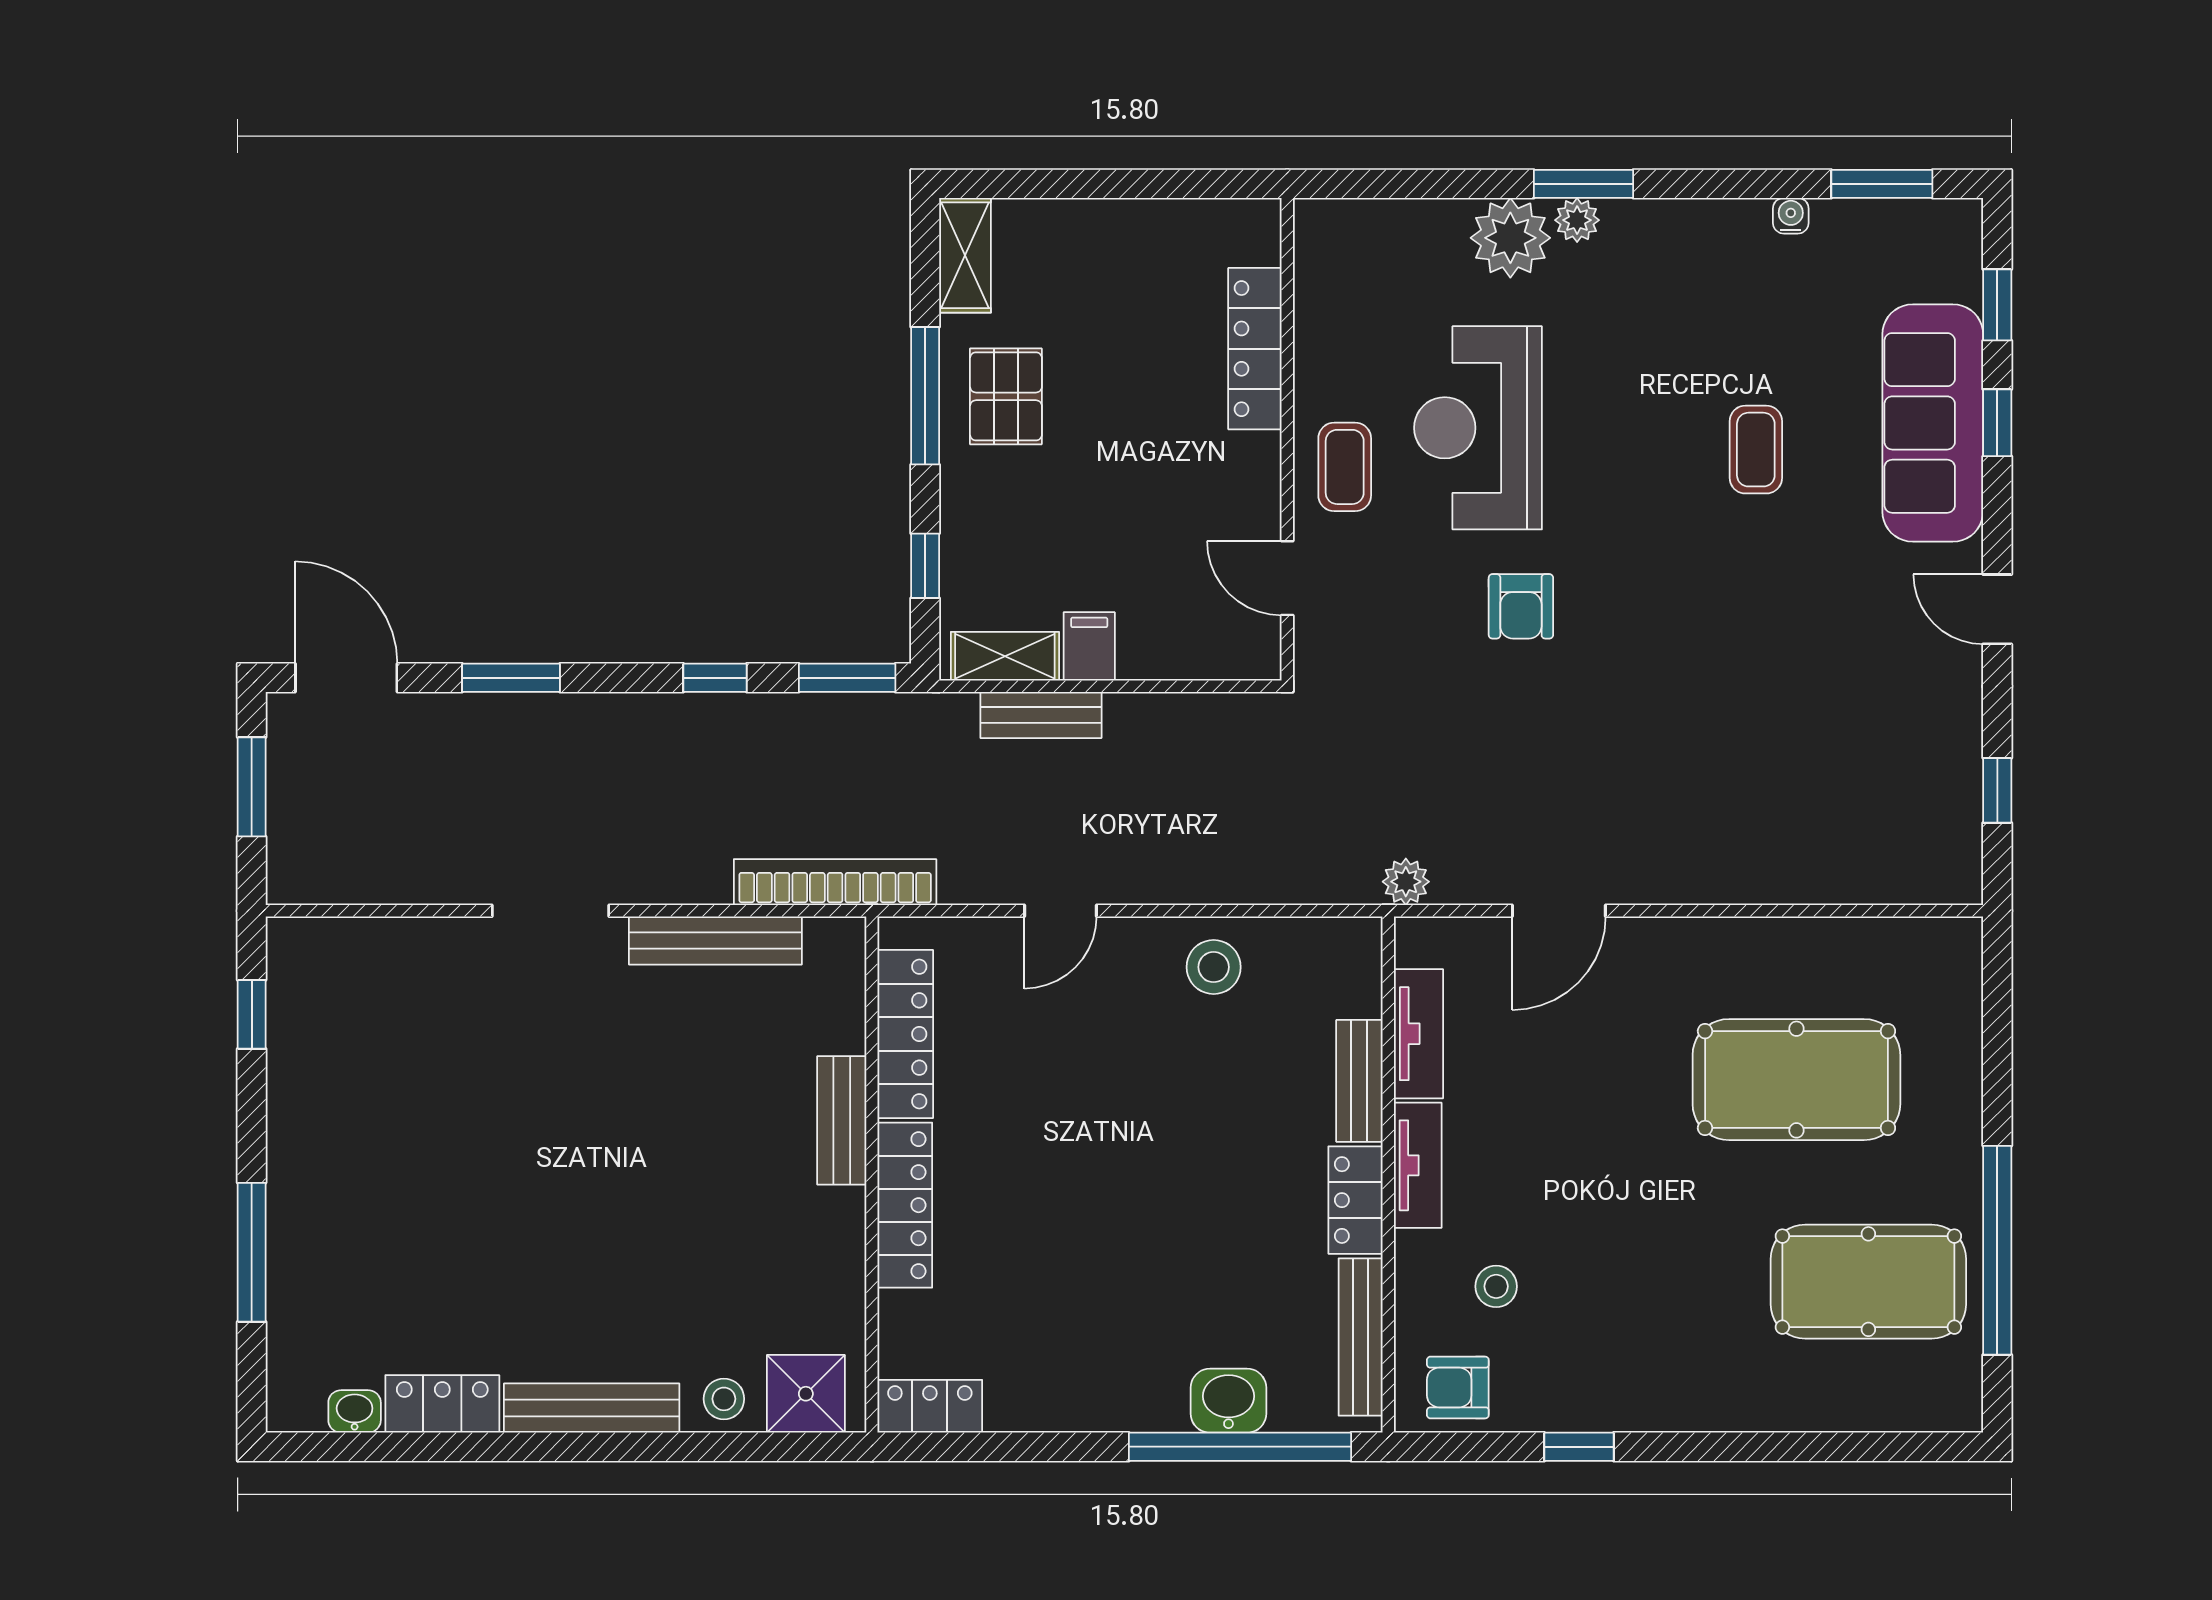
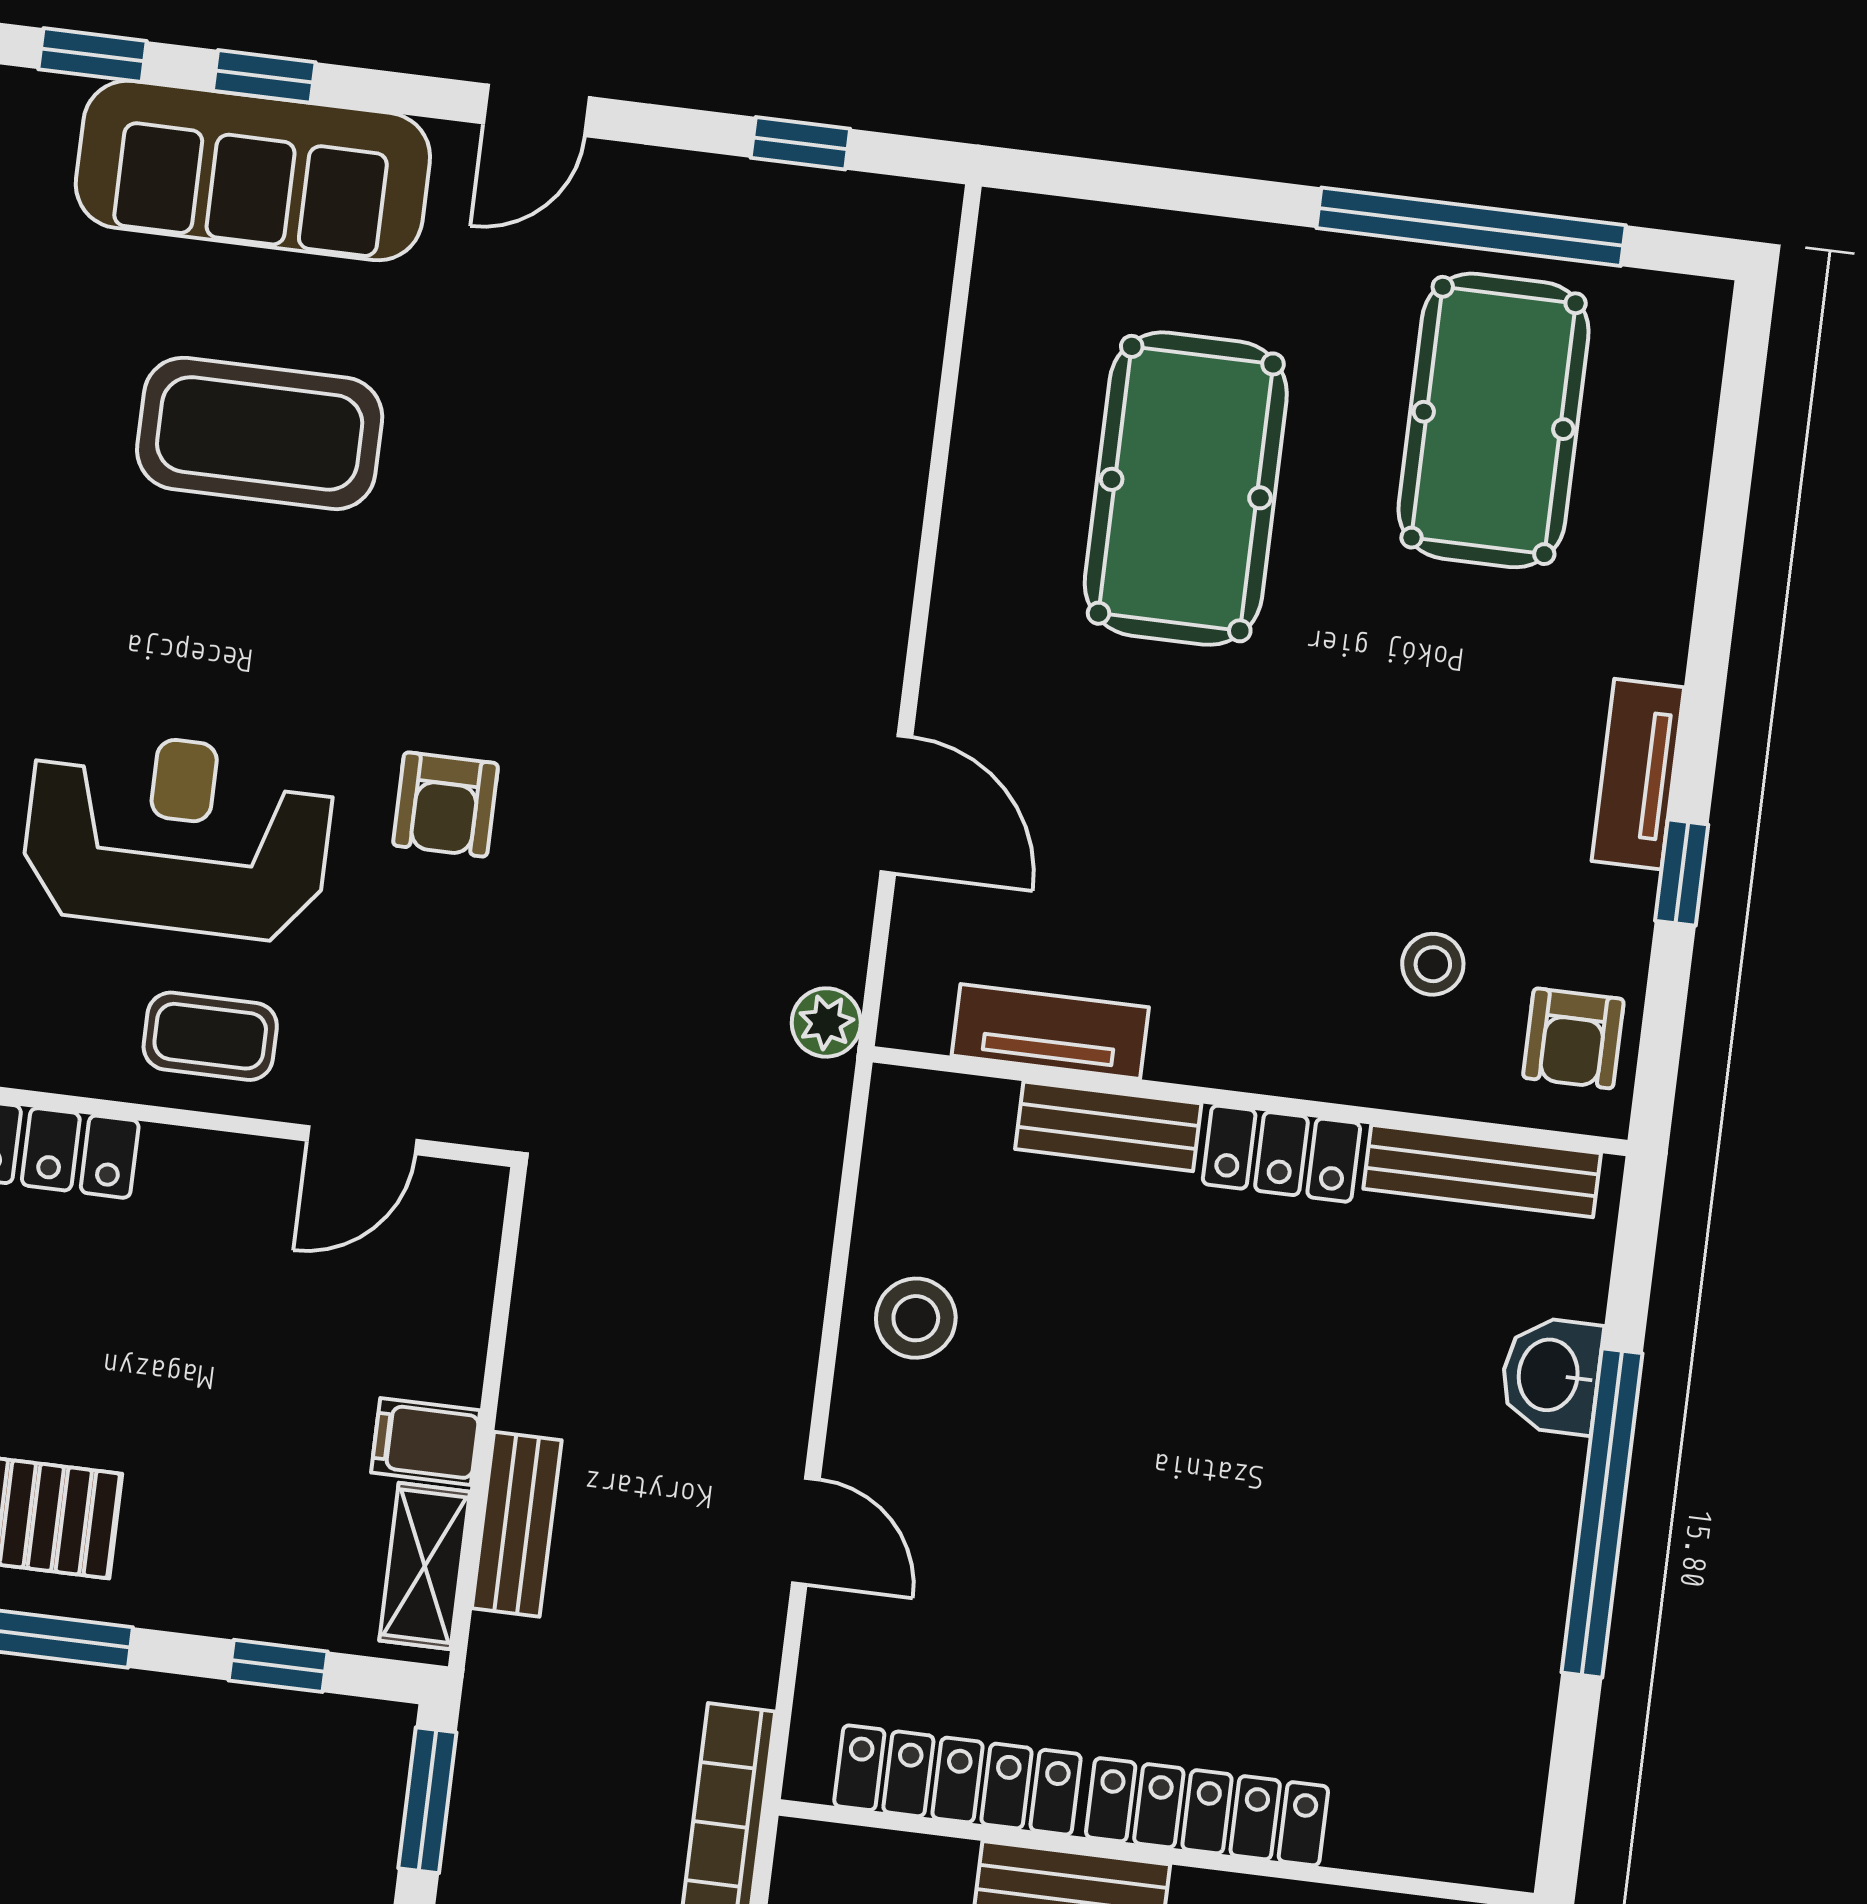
reception desk: (1478, 428) -> (177, 835), turned 180
coffee table: (1756, 450) -> (260, 433), width x1.86, depth x1.72
armchair: (1521, 606) -> (446, 804), turned 90
tv unit: (1418, 1165) -> (1638, 774), moved, turned -90
locker: (930, 1406) -> (1505, 1812), removed
window: (1240, 1447) -> (1602, 1513), moved

